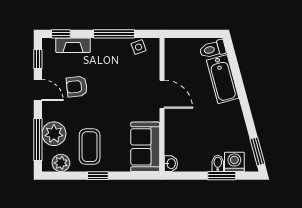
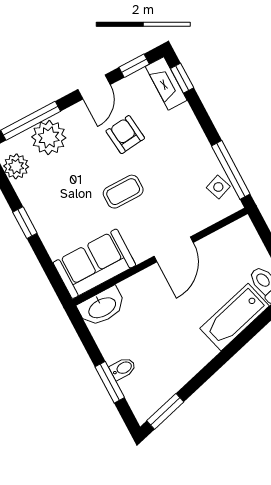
window: (114, 34) -> (231, 170), moved
fireplace: (73, 45) -> (166, 83), moved
coffee table: (90, 147) -> (123, 192), moved, width x0.73, depth x0.77
washing machine: (234, 162) -> (136, 389), removed
washbasin: (171, 164) -> (102, 307), width x1.91, depth x1.45

